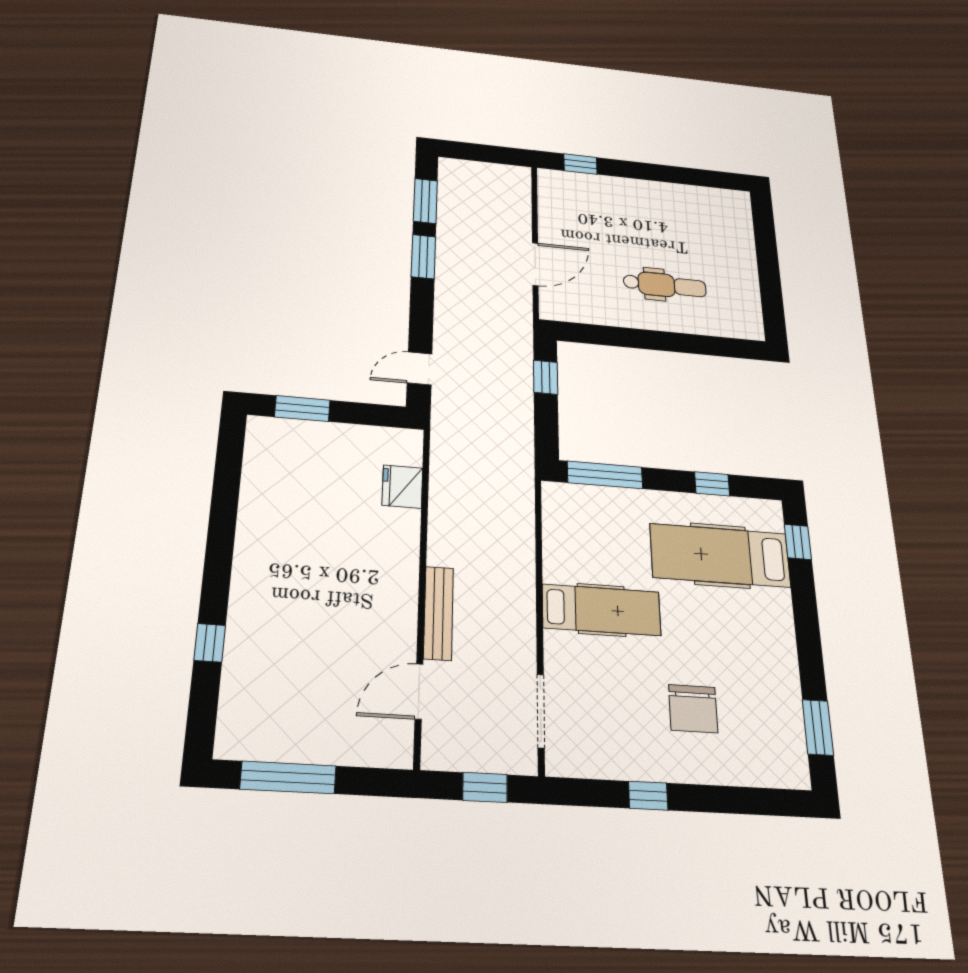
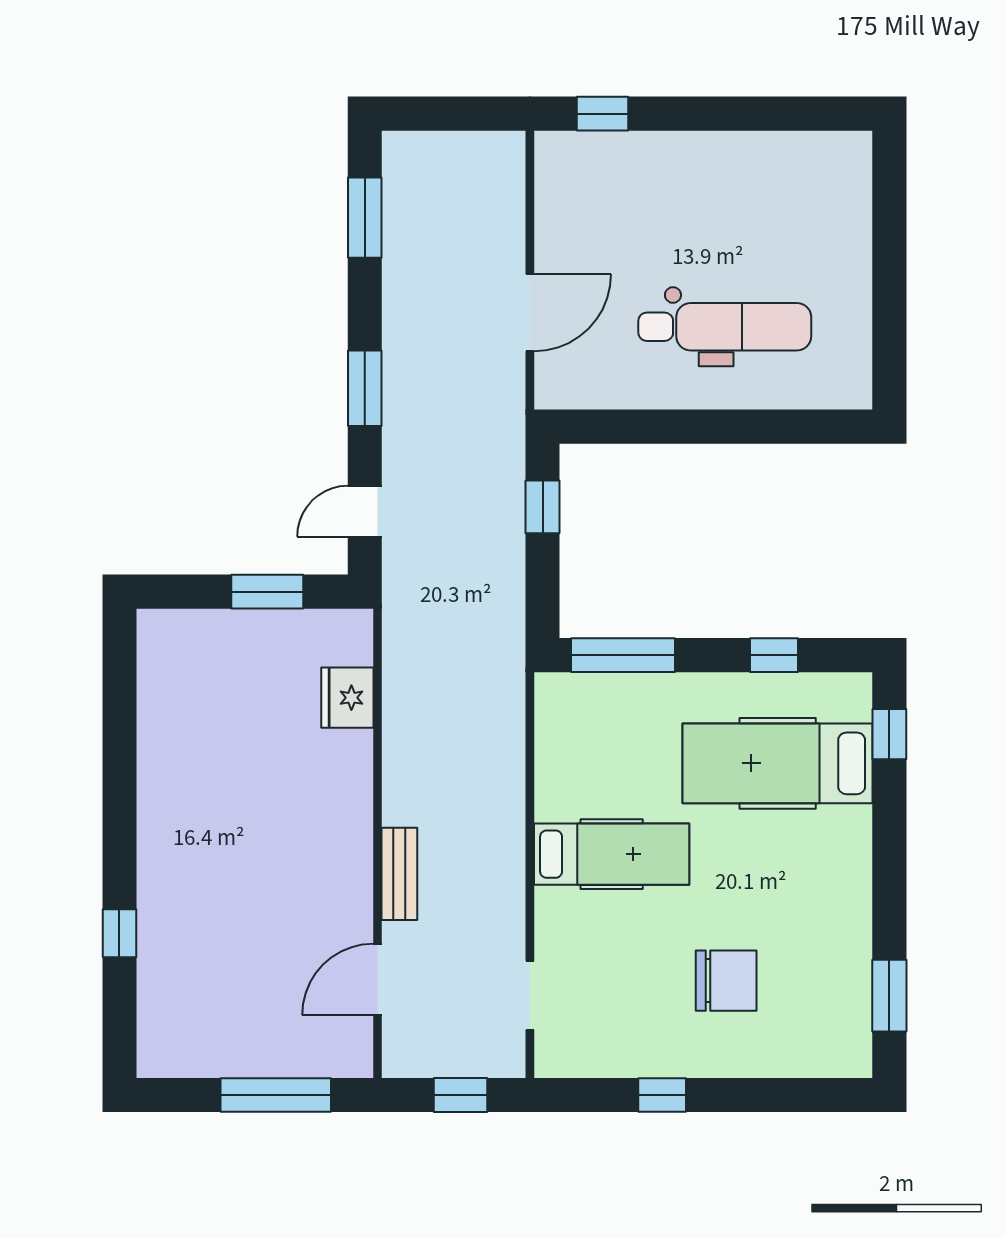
window: (423, 257) -> (365, 388), moved
dental chair: (665, 285) -> (725, 327), width x1.36, depth x1.38
window: (302, 409) -> (267, 592), moved
bench: (439, 613) -> (399, 874), width x0.73
chair: (693, 709) -> (726, 981), turned -90
doorway: (541, 711) -> (530, 995), width x0.73
window: (288, 777) -> (276, 1095), moved

